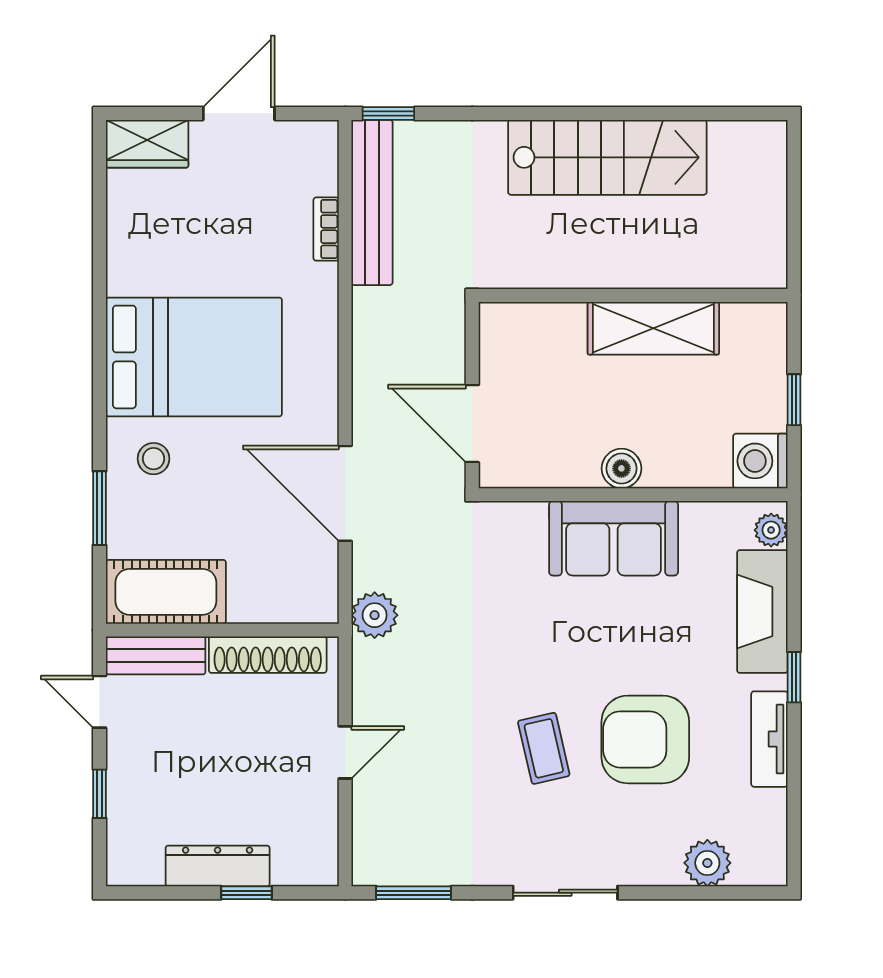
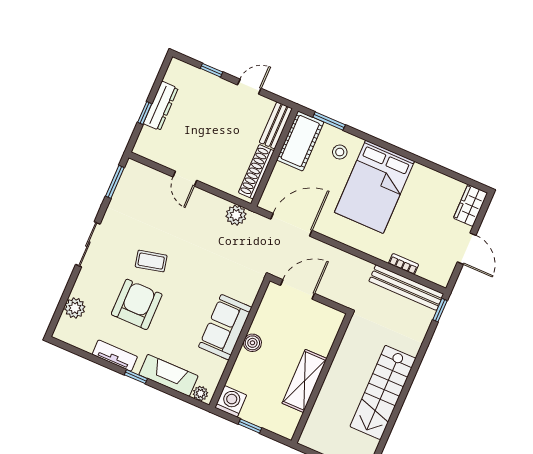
cot: (166, 592) -> (300, 141), moved
wall: (222, 630) -> (274, 157), moved
bench: (156, 655) -> (276, 125), moved
shoe rack: (268, 655) -> (256, 172), moved

